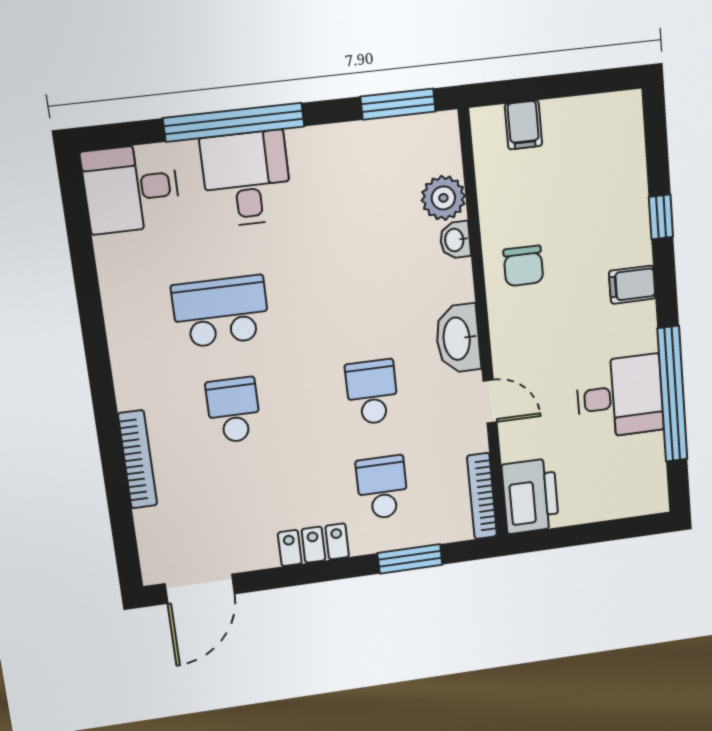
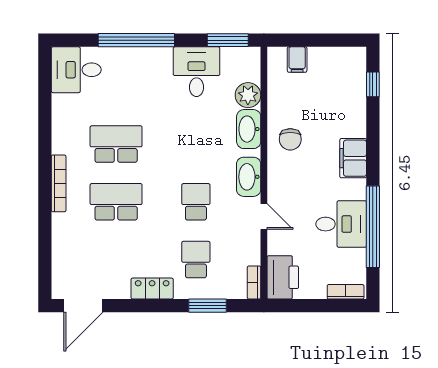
desk: (246, 179) -> (197, 72), moved
window: (661, 217) -> (373, 84), moved
washbasin: (455, 240) -> (249, 129), width x1.91, depth x1.45
filing cabinet: (632, 285) -> (353, 158), width x2.00
school desk: (234, 410) -> (116, 202), width x1.85
bookcase: (138, 459) -> (59, 183), moved
bookcase: (482, 496) -> (254, 283), width x0.64
bookcase: (635, 505) -> (346, 292), added

